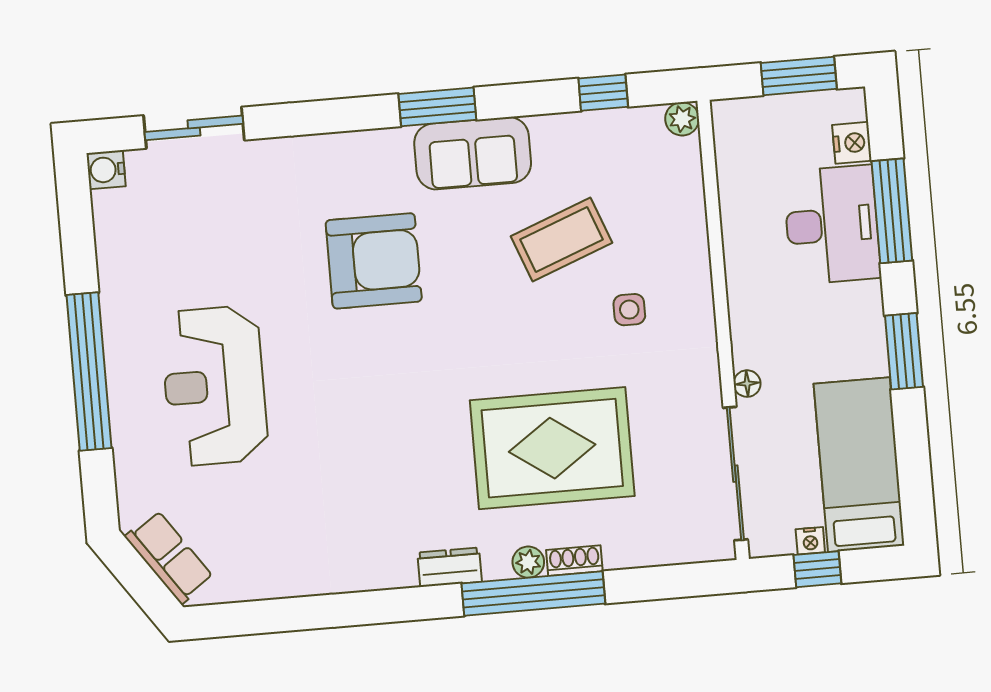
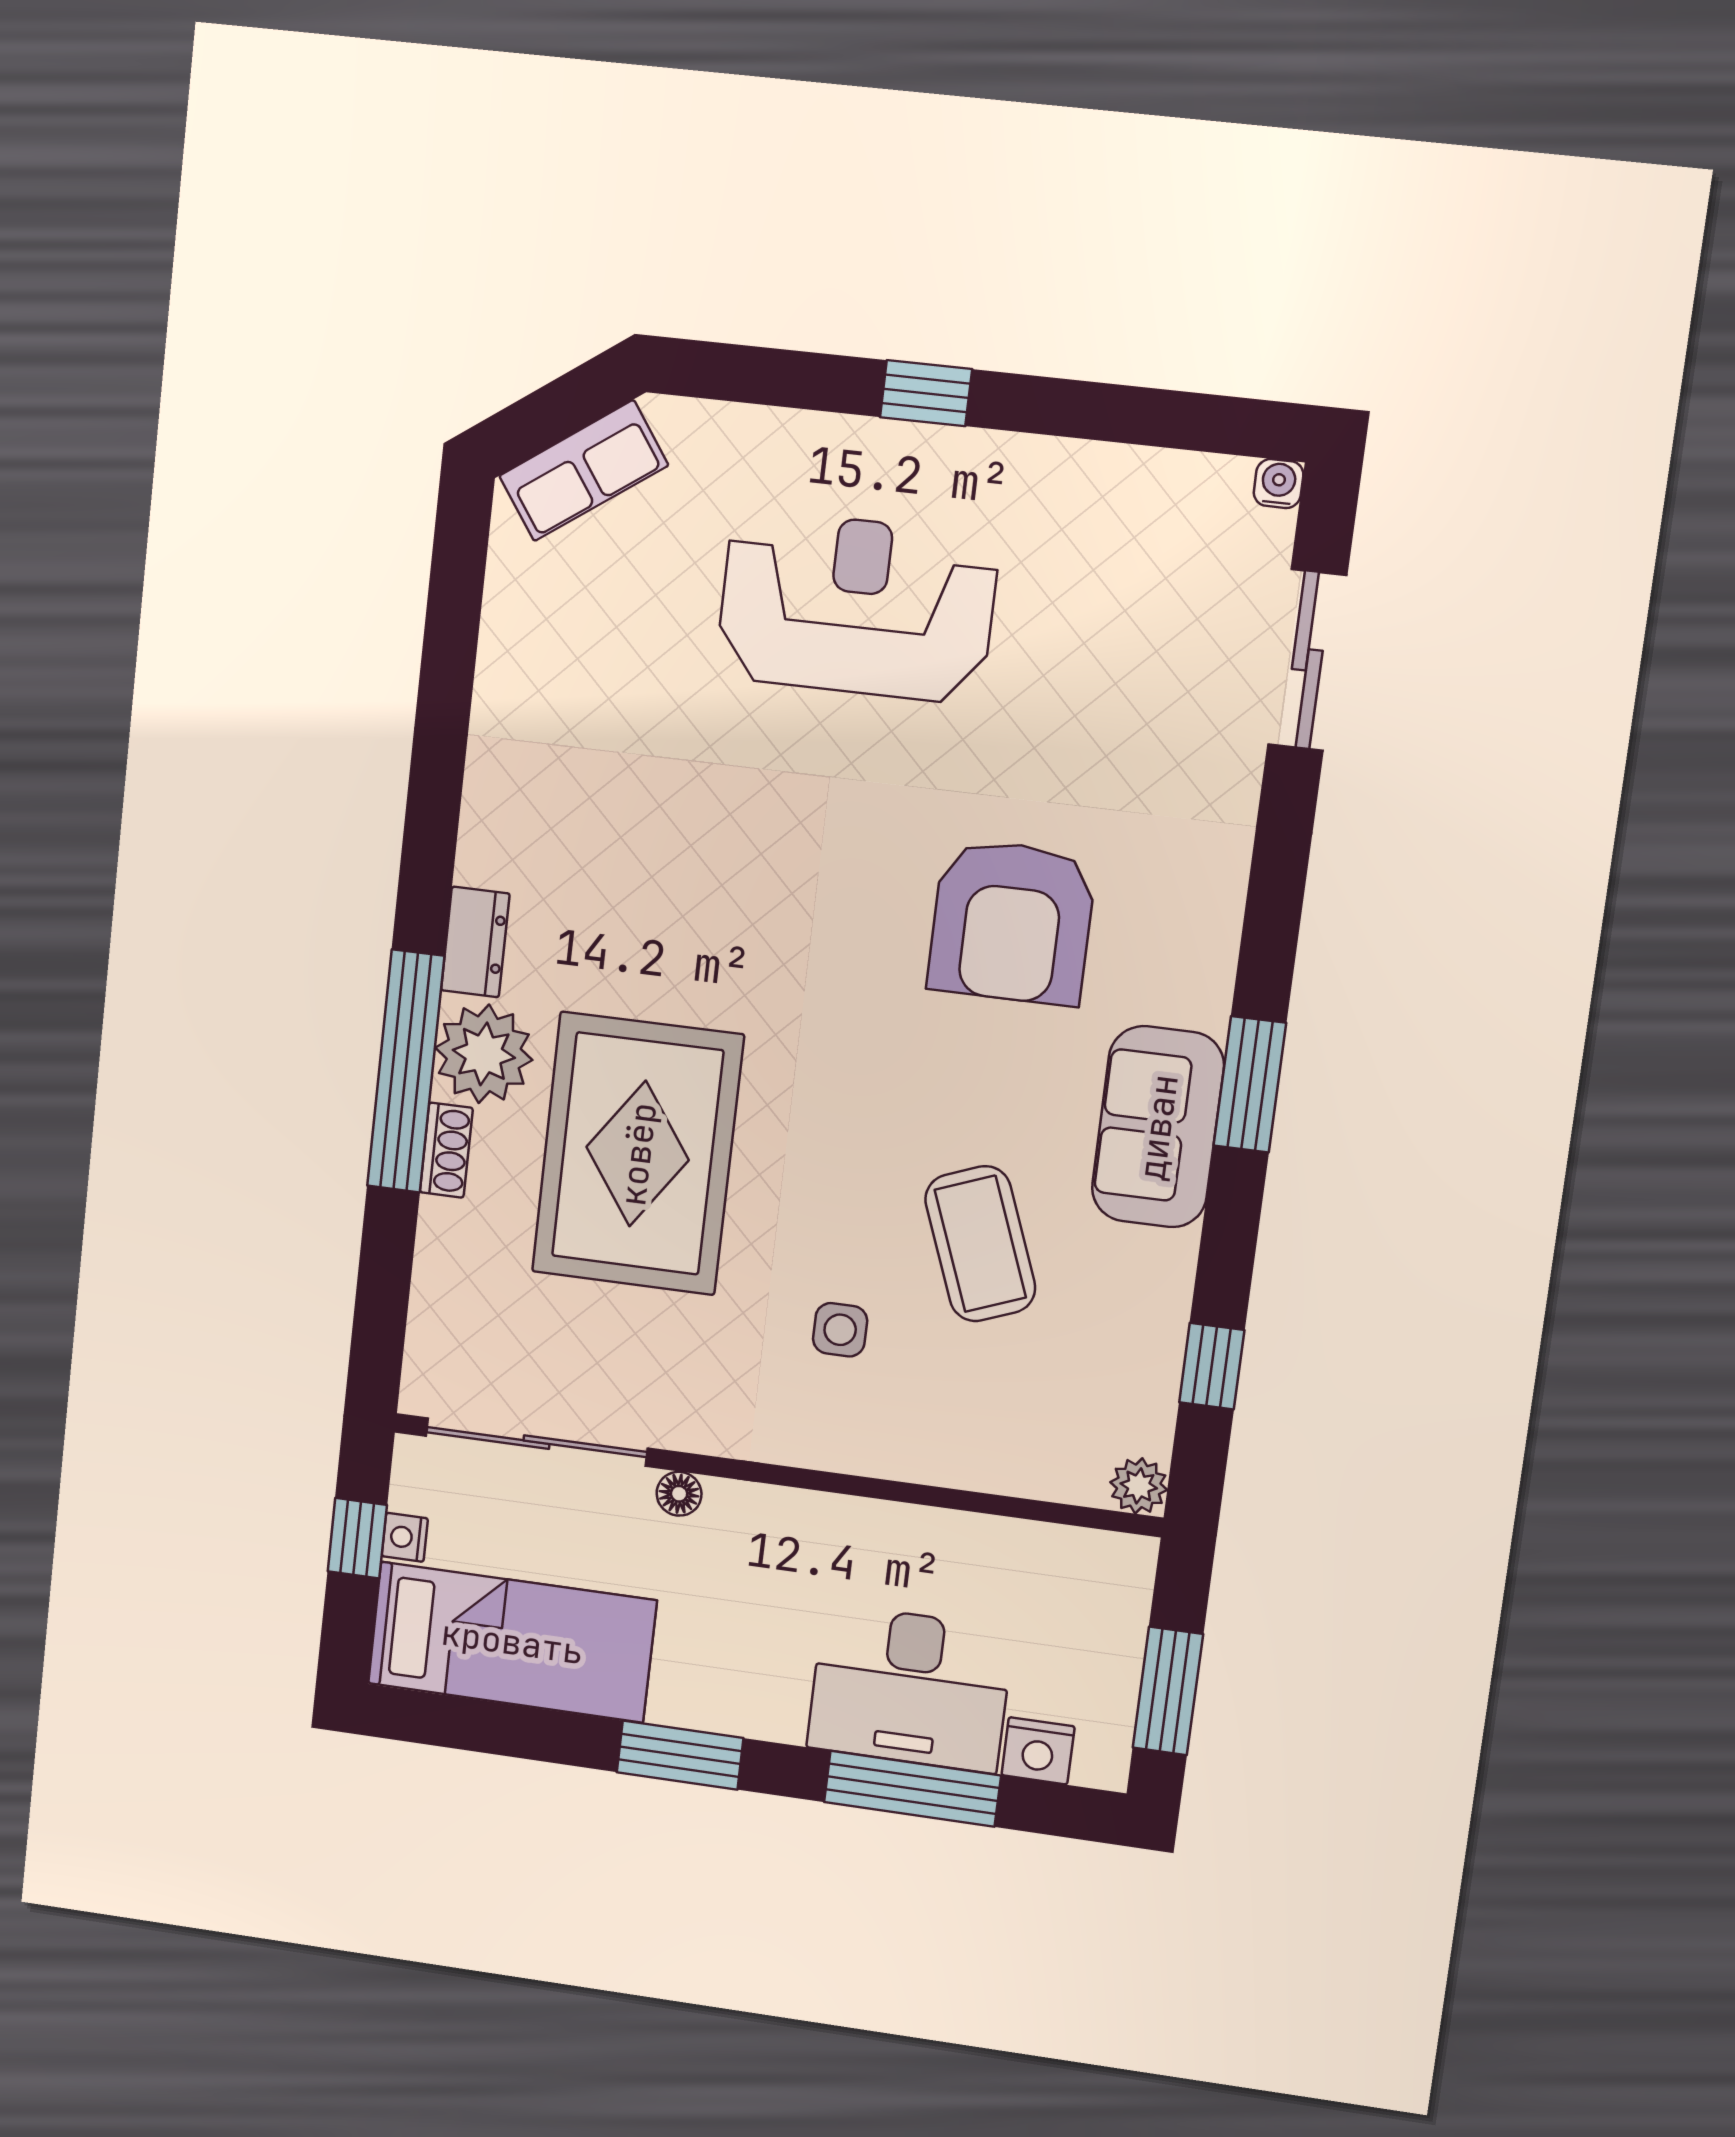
water cooler: (106, 170) -> (1279, 484), width x0.72, depth x0.72
window: (89, 372) -> (926, 393), width x0.32
plant: (528, 562) -> (484, 1054), width x1.88, depth x1.88

